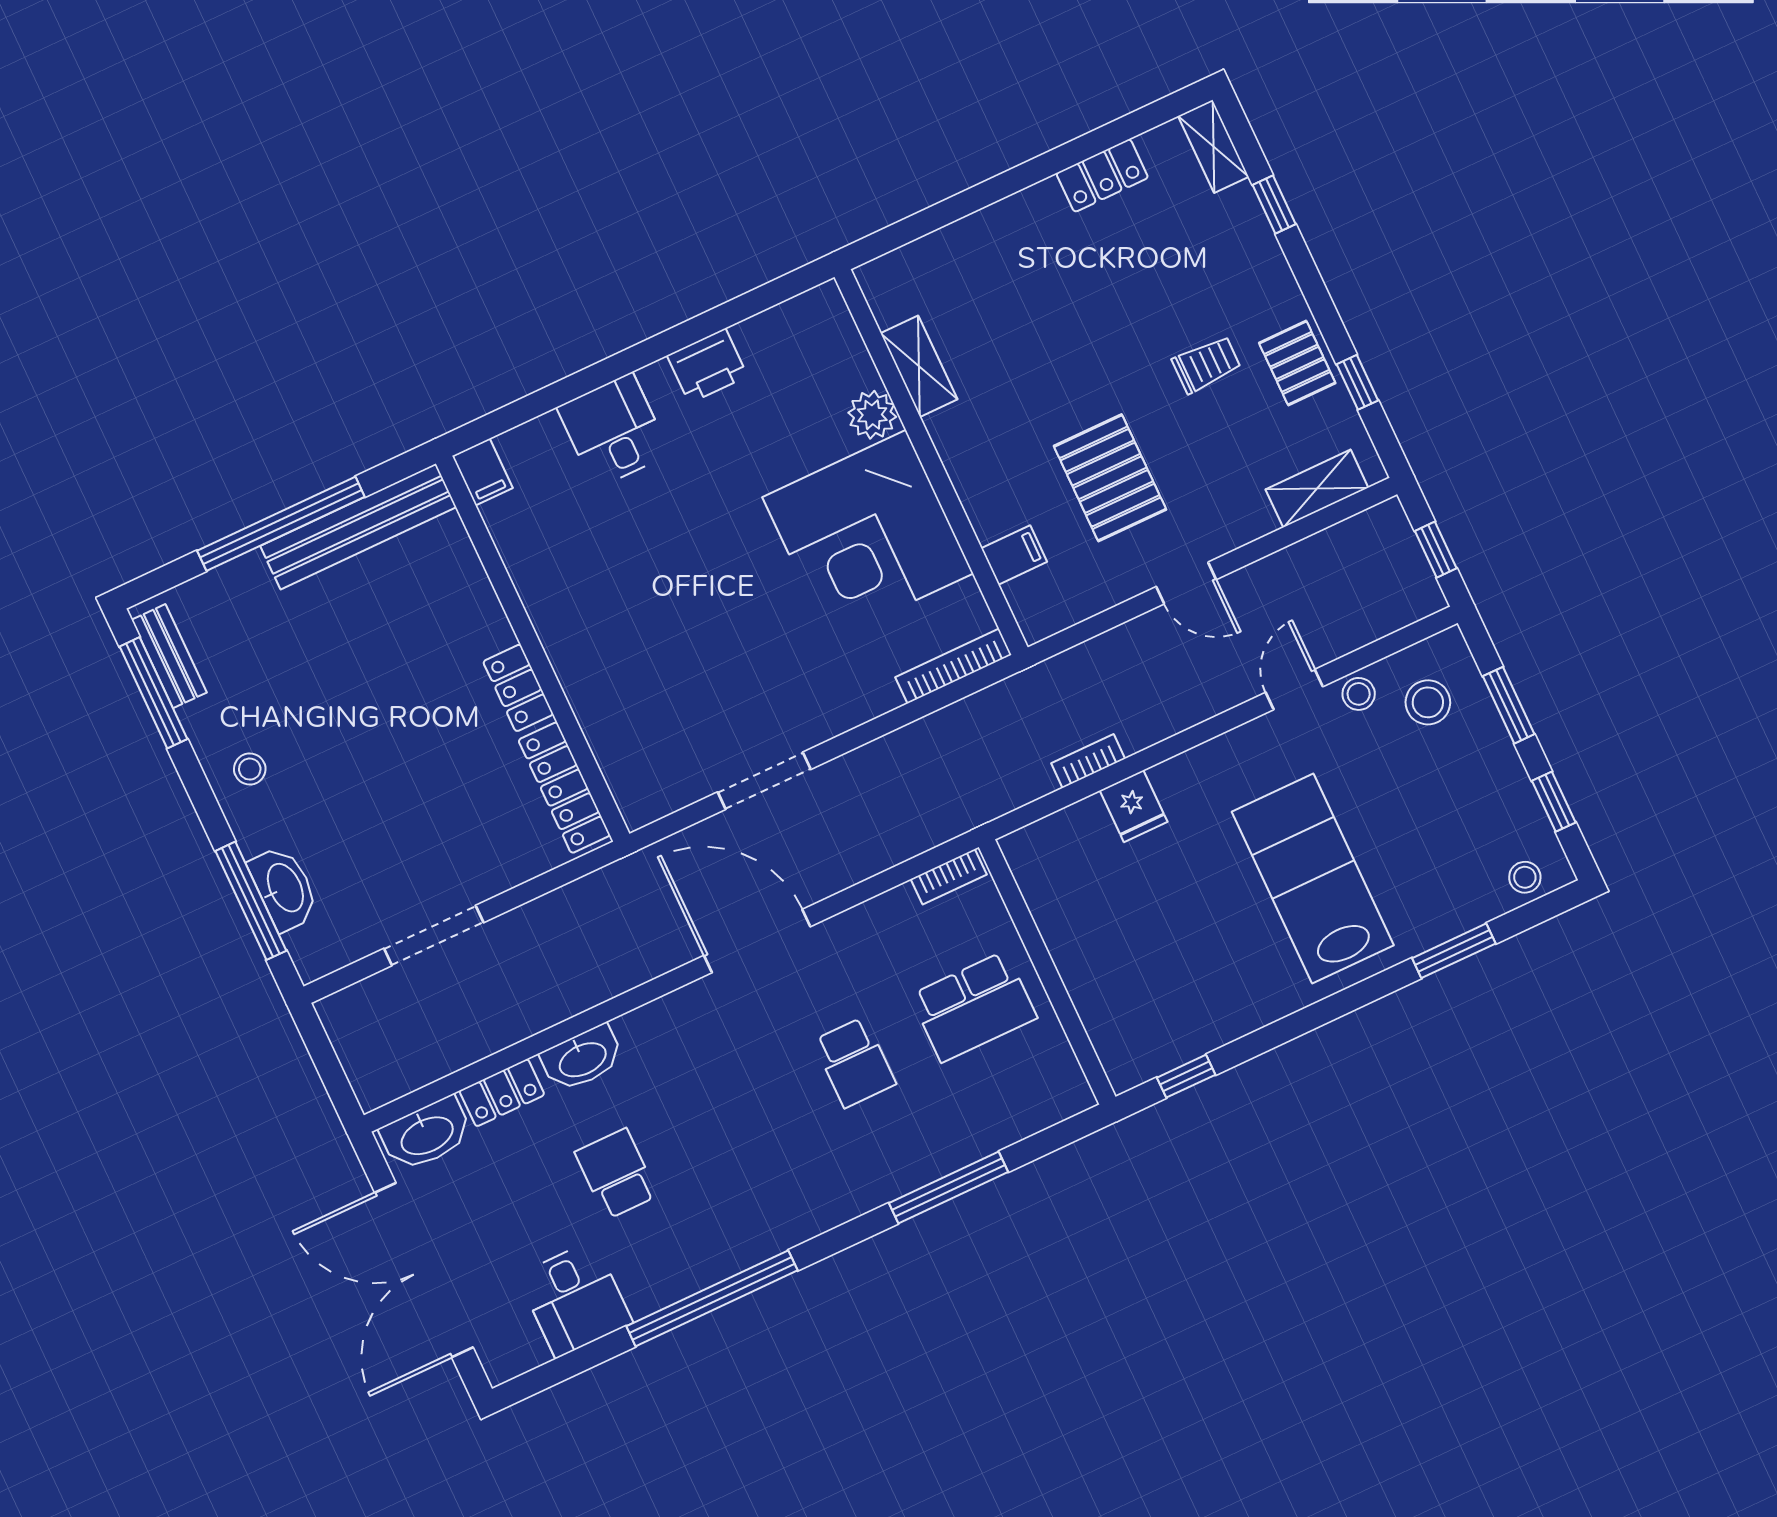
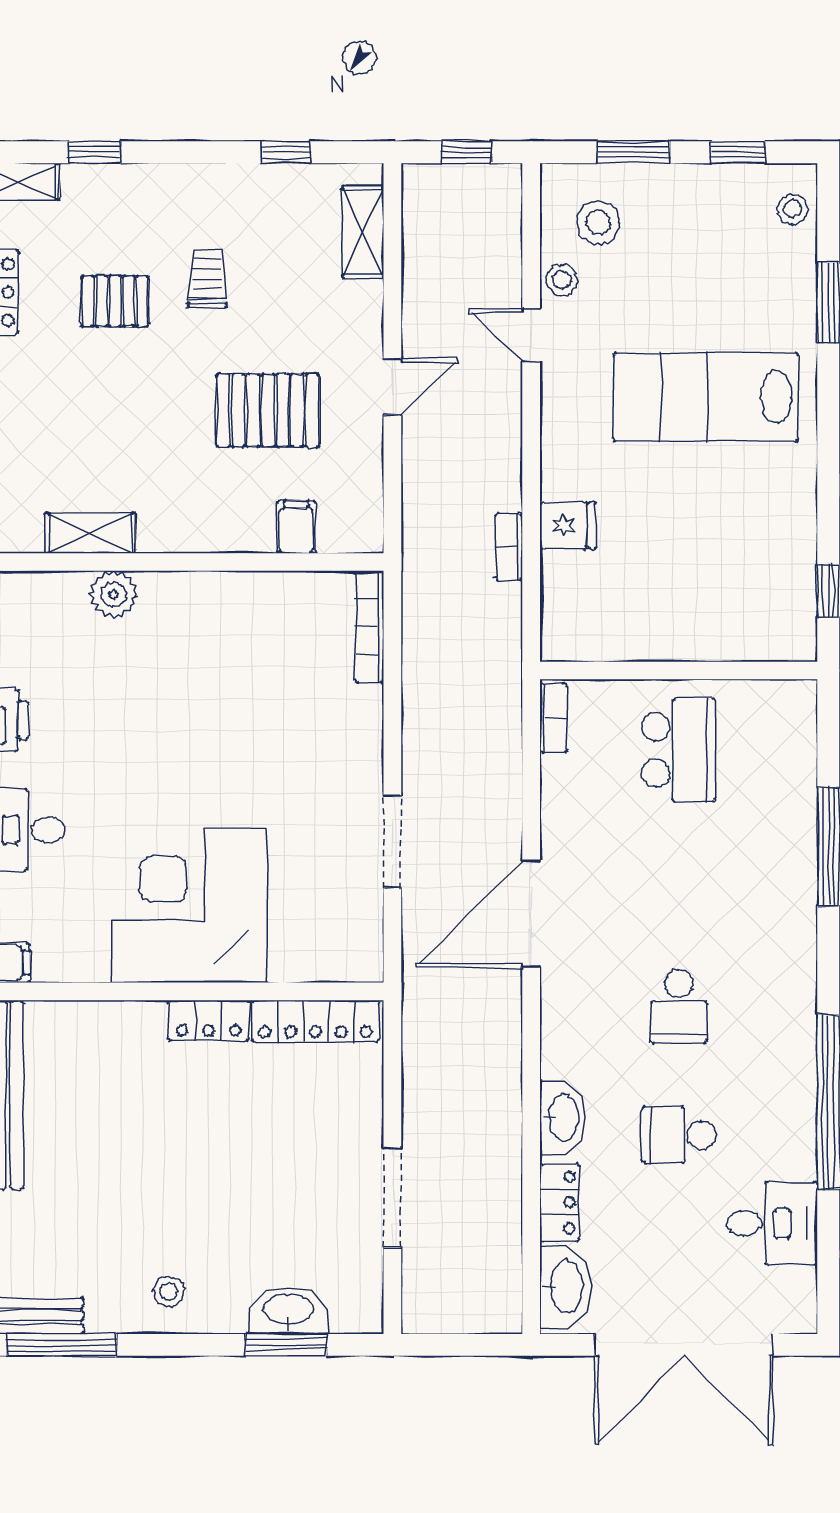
pallet: (1297, 363) -> (115, 301), moved
corner desk: (868, 535) -> (189, 905), moved, turned 180
window: (251, 901) -> (286, 1345), width x0.69
school desk: (854, 1062) -> (679, 1007), moved, turned 90

